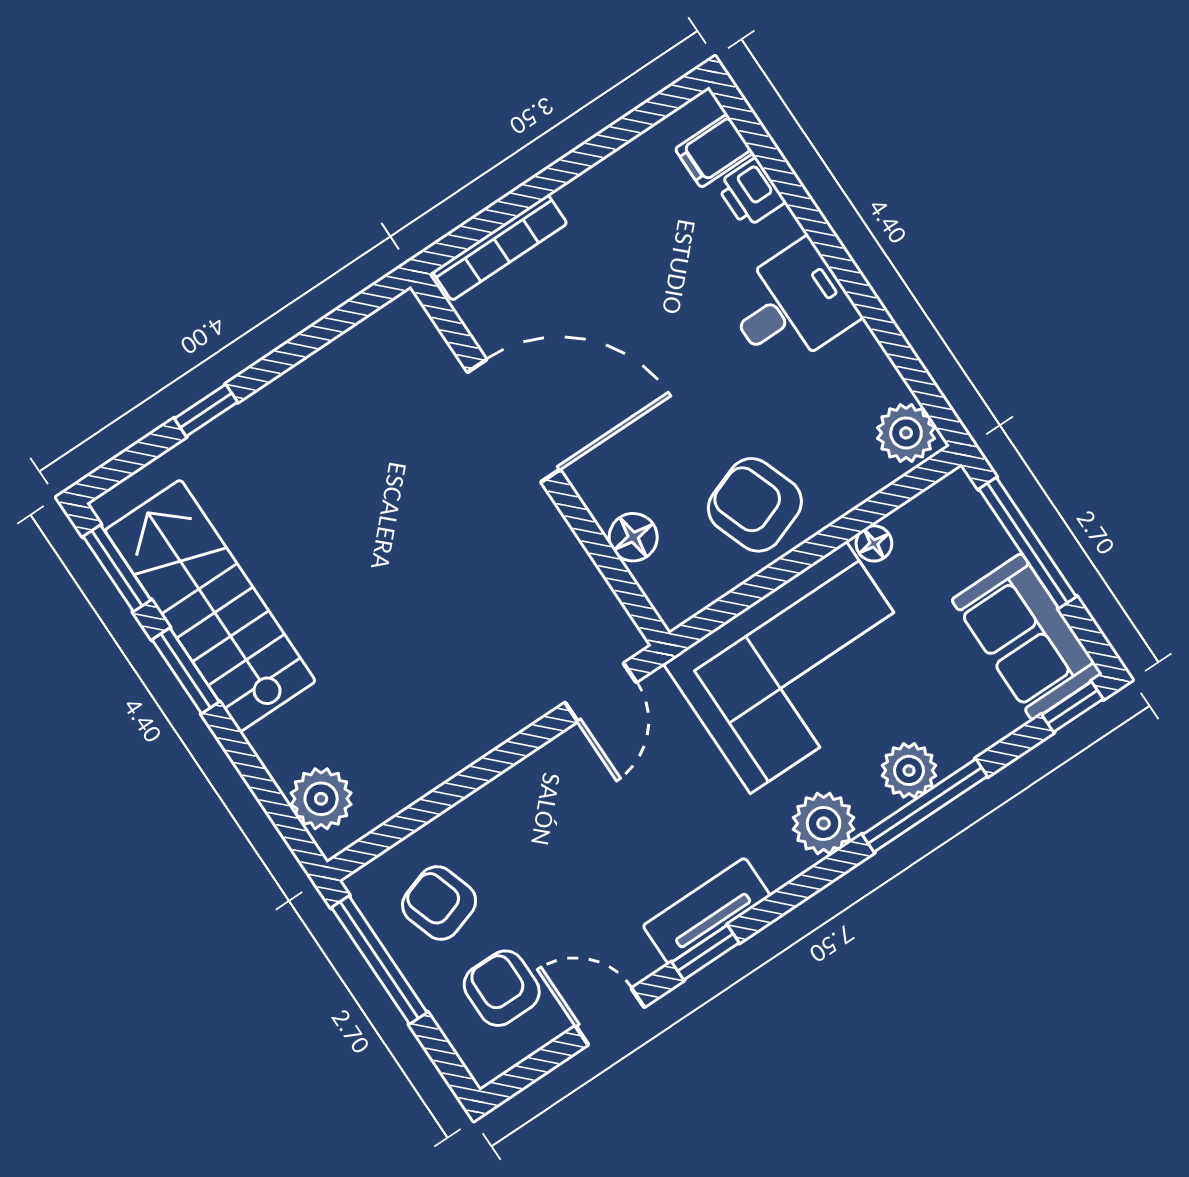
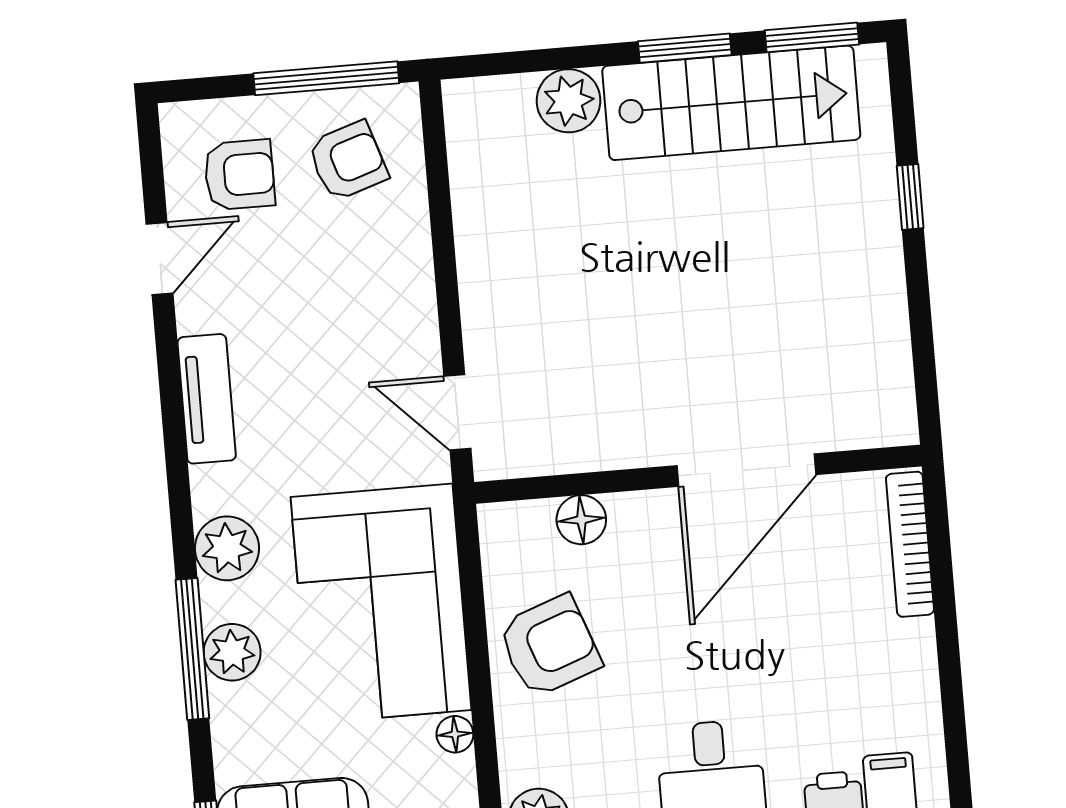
plant: (321, 799) -> (569, 101), moved
window: (705, 953) -> (170, 377), removed

